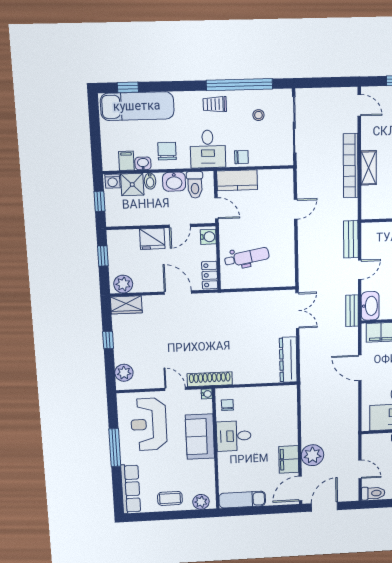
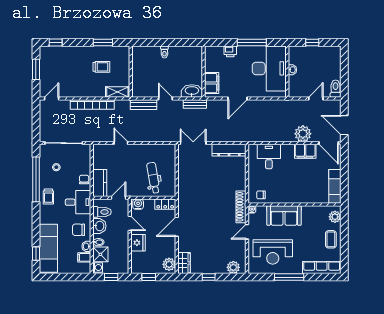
shelving: (369, 168) -> (117, 92), moved
desk: (234, 436) -> (269, 157), moved, turned 180

